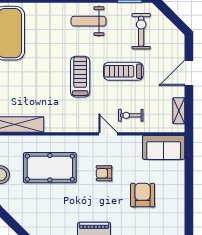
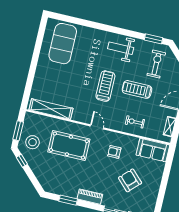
door: (108, 134) -> (97, 127), moved
armchair: (104, 173) -> (114, 152), moved
armchair: (143, 195) -> (130, 180), turned -45

